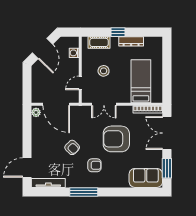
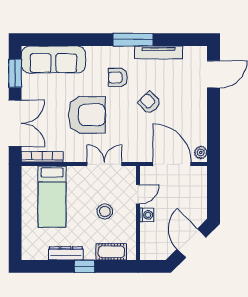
washing machine: (74, 53) -> (147, 215), moved
sofa: (146, 178) -> (53, 60), width x1.36
tv unit: (48, 183) -> (159, 52), moved

